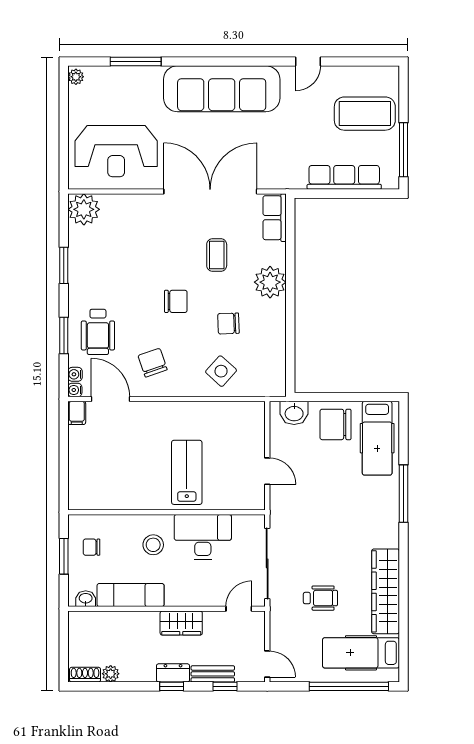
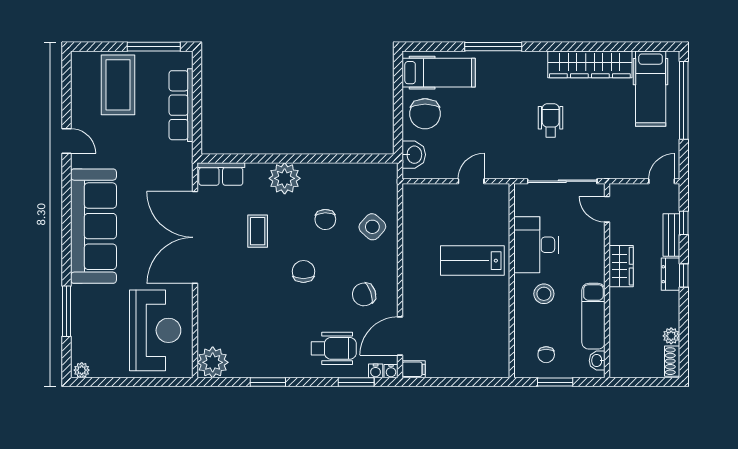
coffee table: (217, 255) -> (258, 231), turned 90
window: (64, 336) -> (356, 382), moved
wheelchair: (320, 598) -> (551, 120), moved

